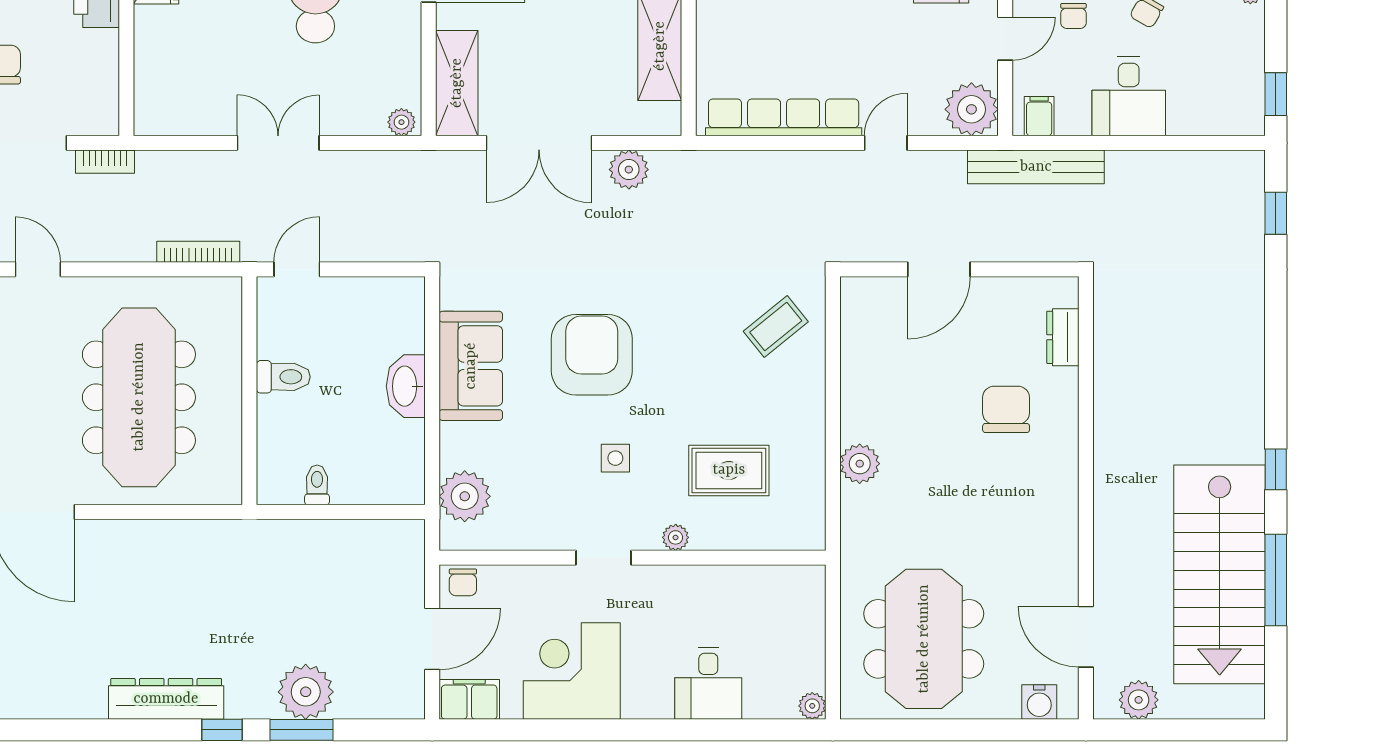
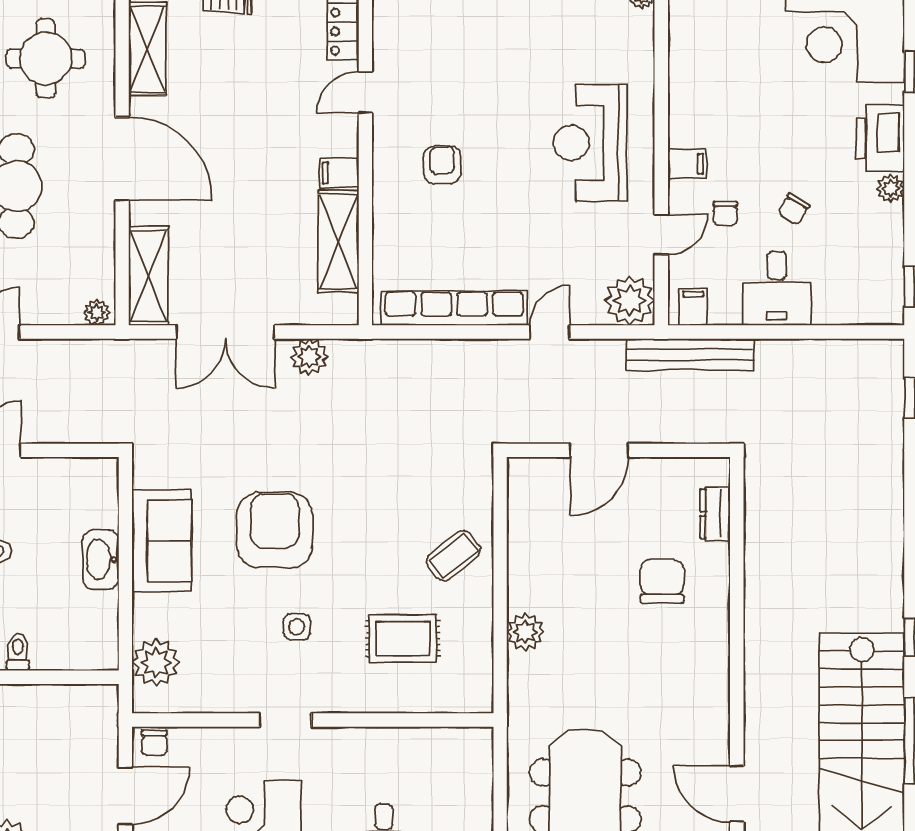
coffee table: (776, 327) -> (453, 556), moved
plant: (676, 537) -> (353, 701), removed

